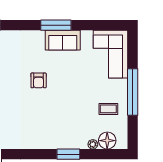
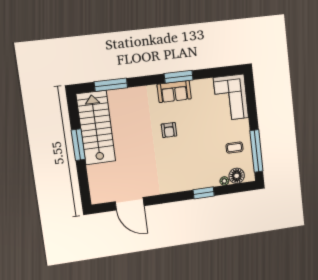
sofa: (63, 40) -> (174, 92), moved
window: (133, 92) -> (256, 151), moved

